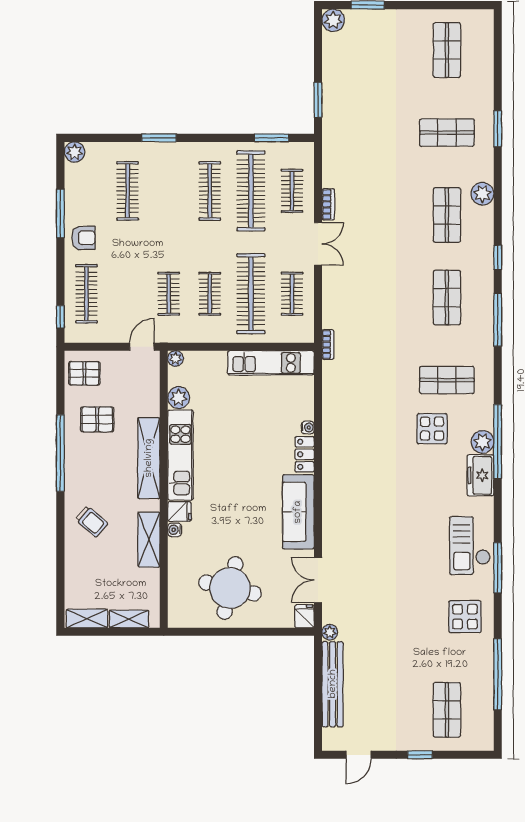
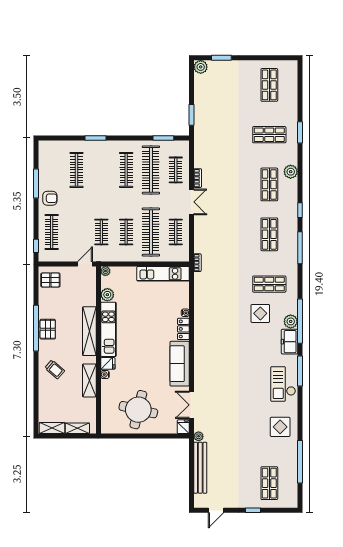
plant: (74, 152) -> (44, 146), removed
pallet: (97, 419) -> (48, 329), moved, turned 90
window: (498, 568) -> (300, 371), moved

